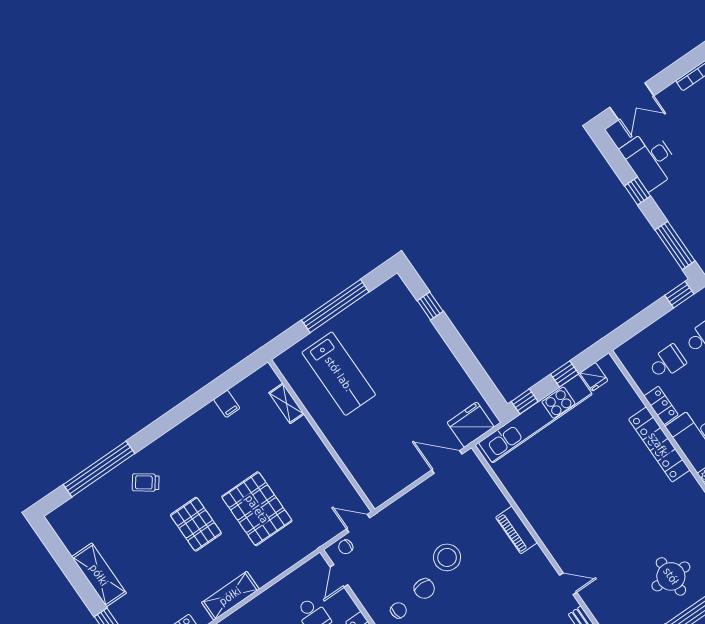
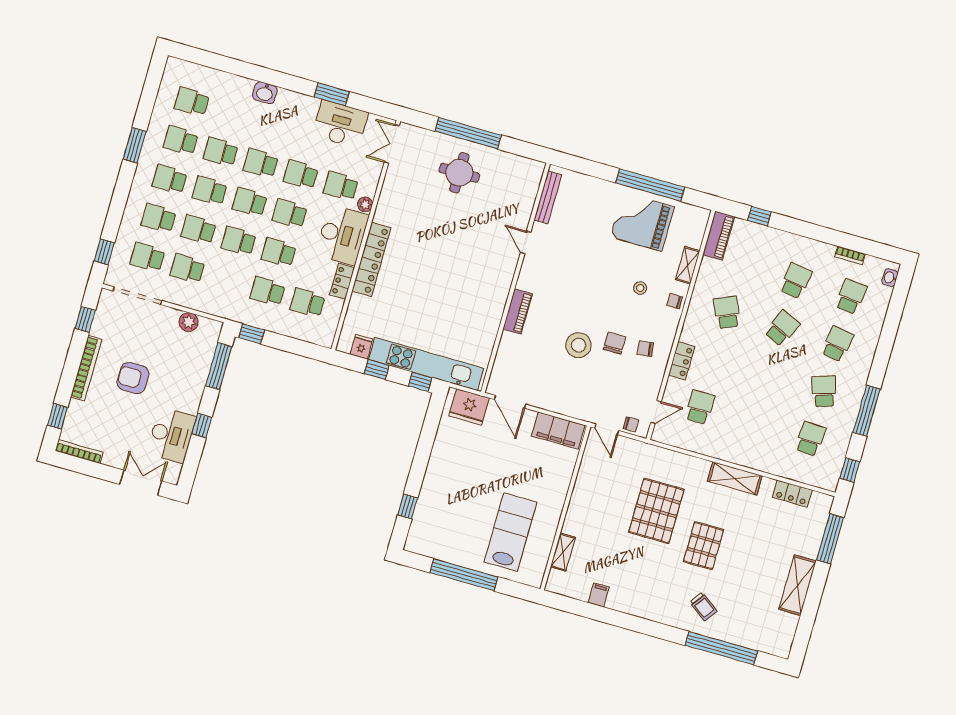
filing cabinet: (390, 482) -> (558, 431), added

